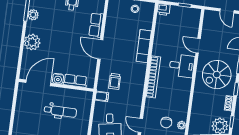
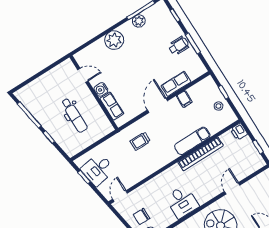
desk: (182, 66) -> (182, 202), moved
bookcase: (153, 77) -> (201, 154), moved
door: (38, 83) -> (83, 75), width x0.53
filing cabinet: (102, 96) -> (184, 99), moved

